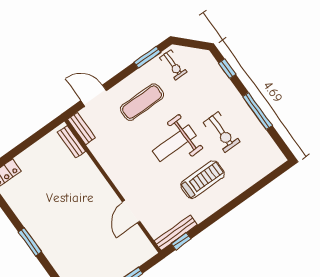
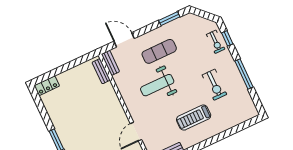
exercise bike: (173, 65) -> (216, 42), moved
weight bench: (174, 143) -> (157, 85), moved
treadmill: (203, 180) -> (194, 118), turned 180

